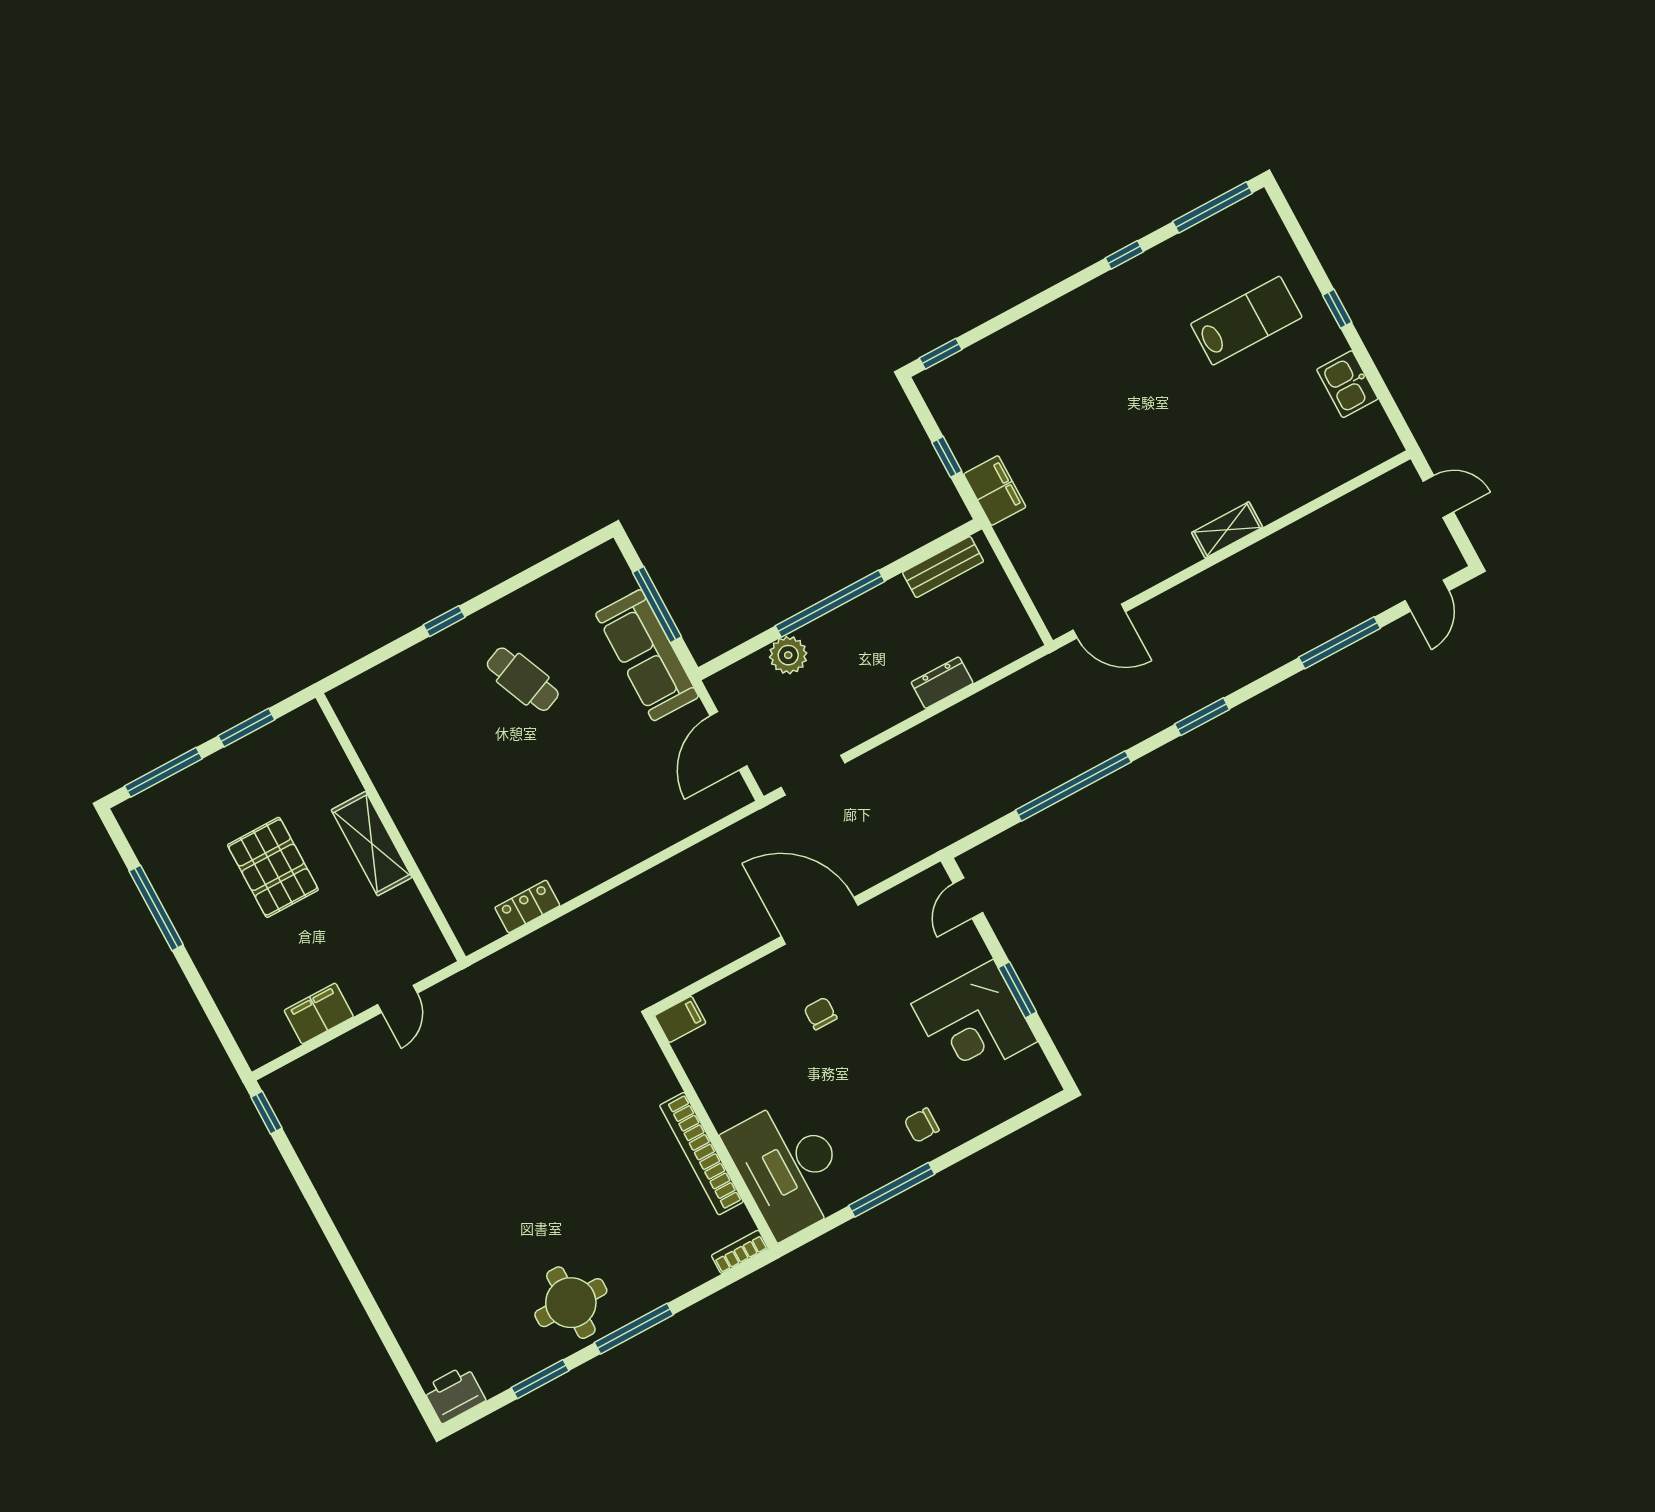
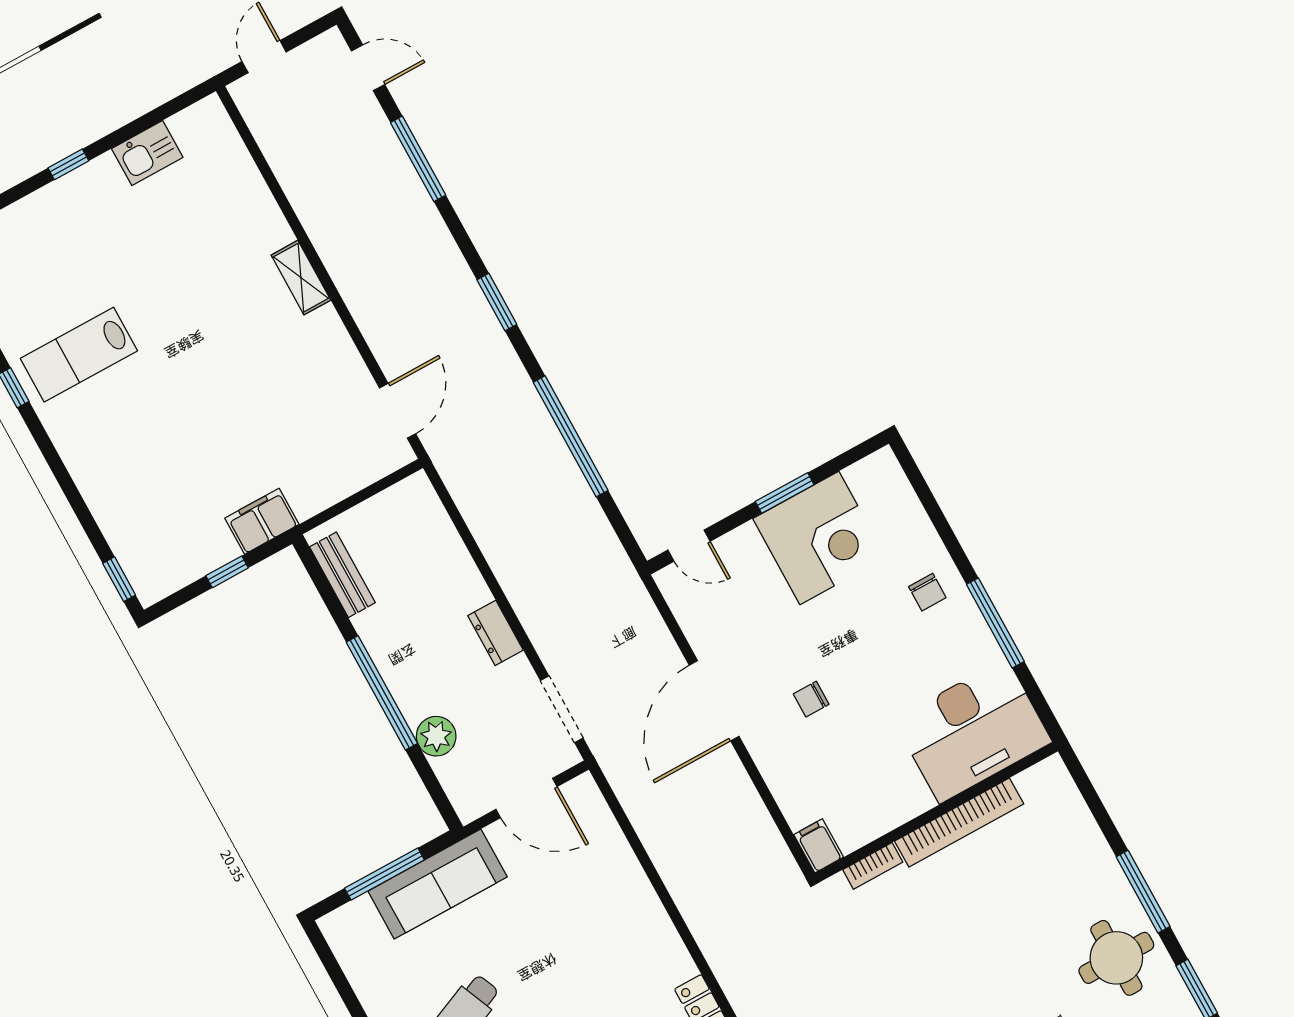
lab bench: (1246, 321) -> (79, 355), moved, turned -90
dresser: (942, 683) -> (496, 633), moved
bookcase: (740, 1252) -> (873, 866), moved, turned -90

